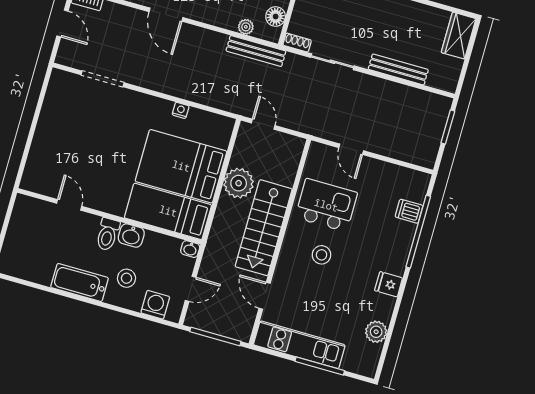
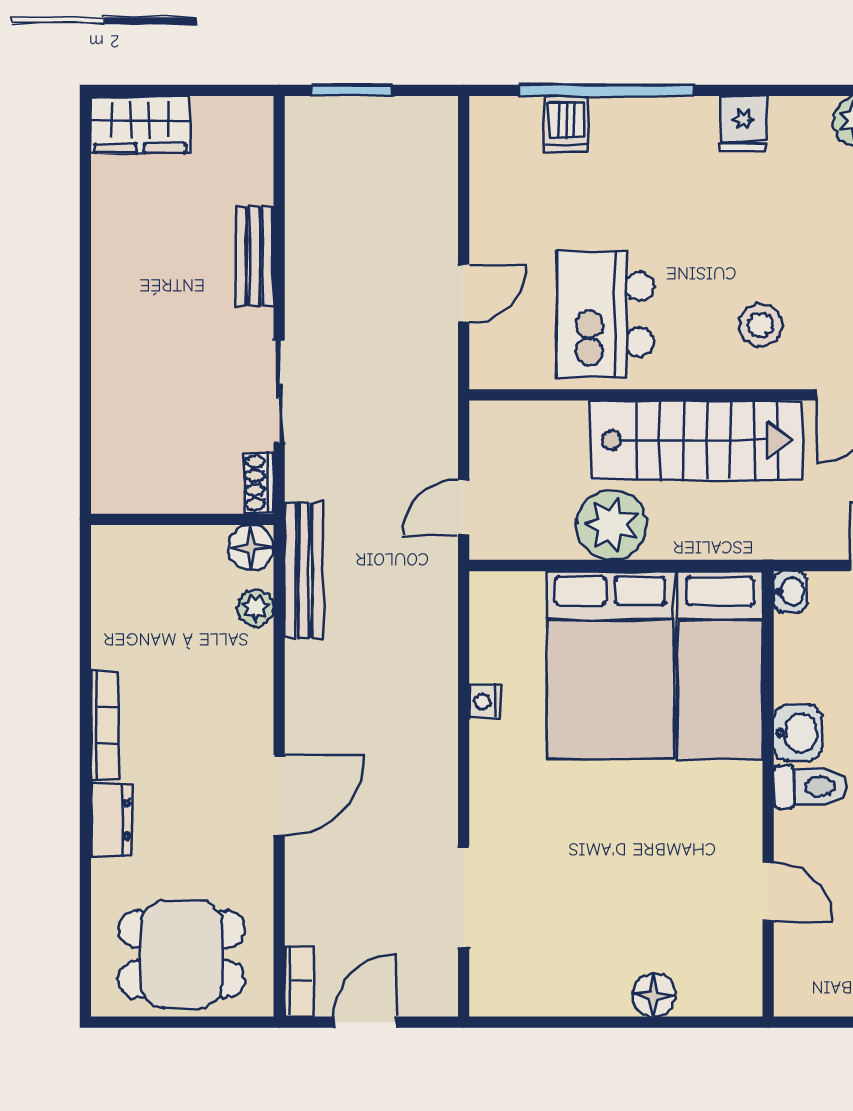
floor lamp: (276, 17) -> (251, 548), moved
bench: (398, 69) -> (255, 257), width x0.73
floor lamp: (40, 146) -> (654, 995), added
door: (69, 205) -> (768, 892), swing flipped
stool: (322, 255) -> (760, 325), moved

